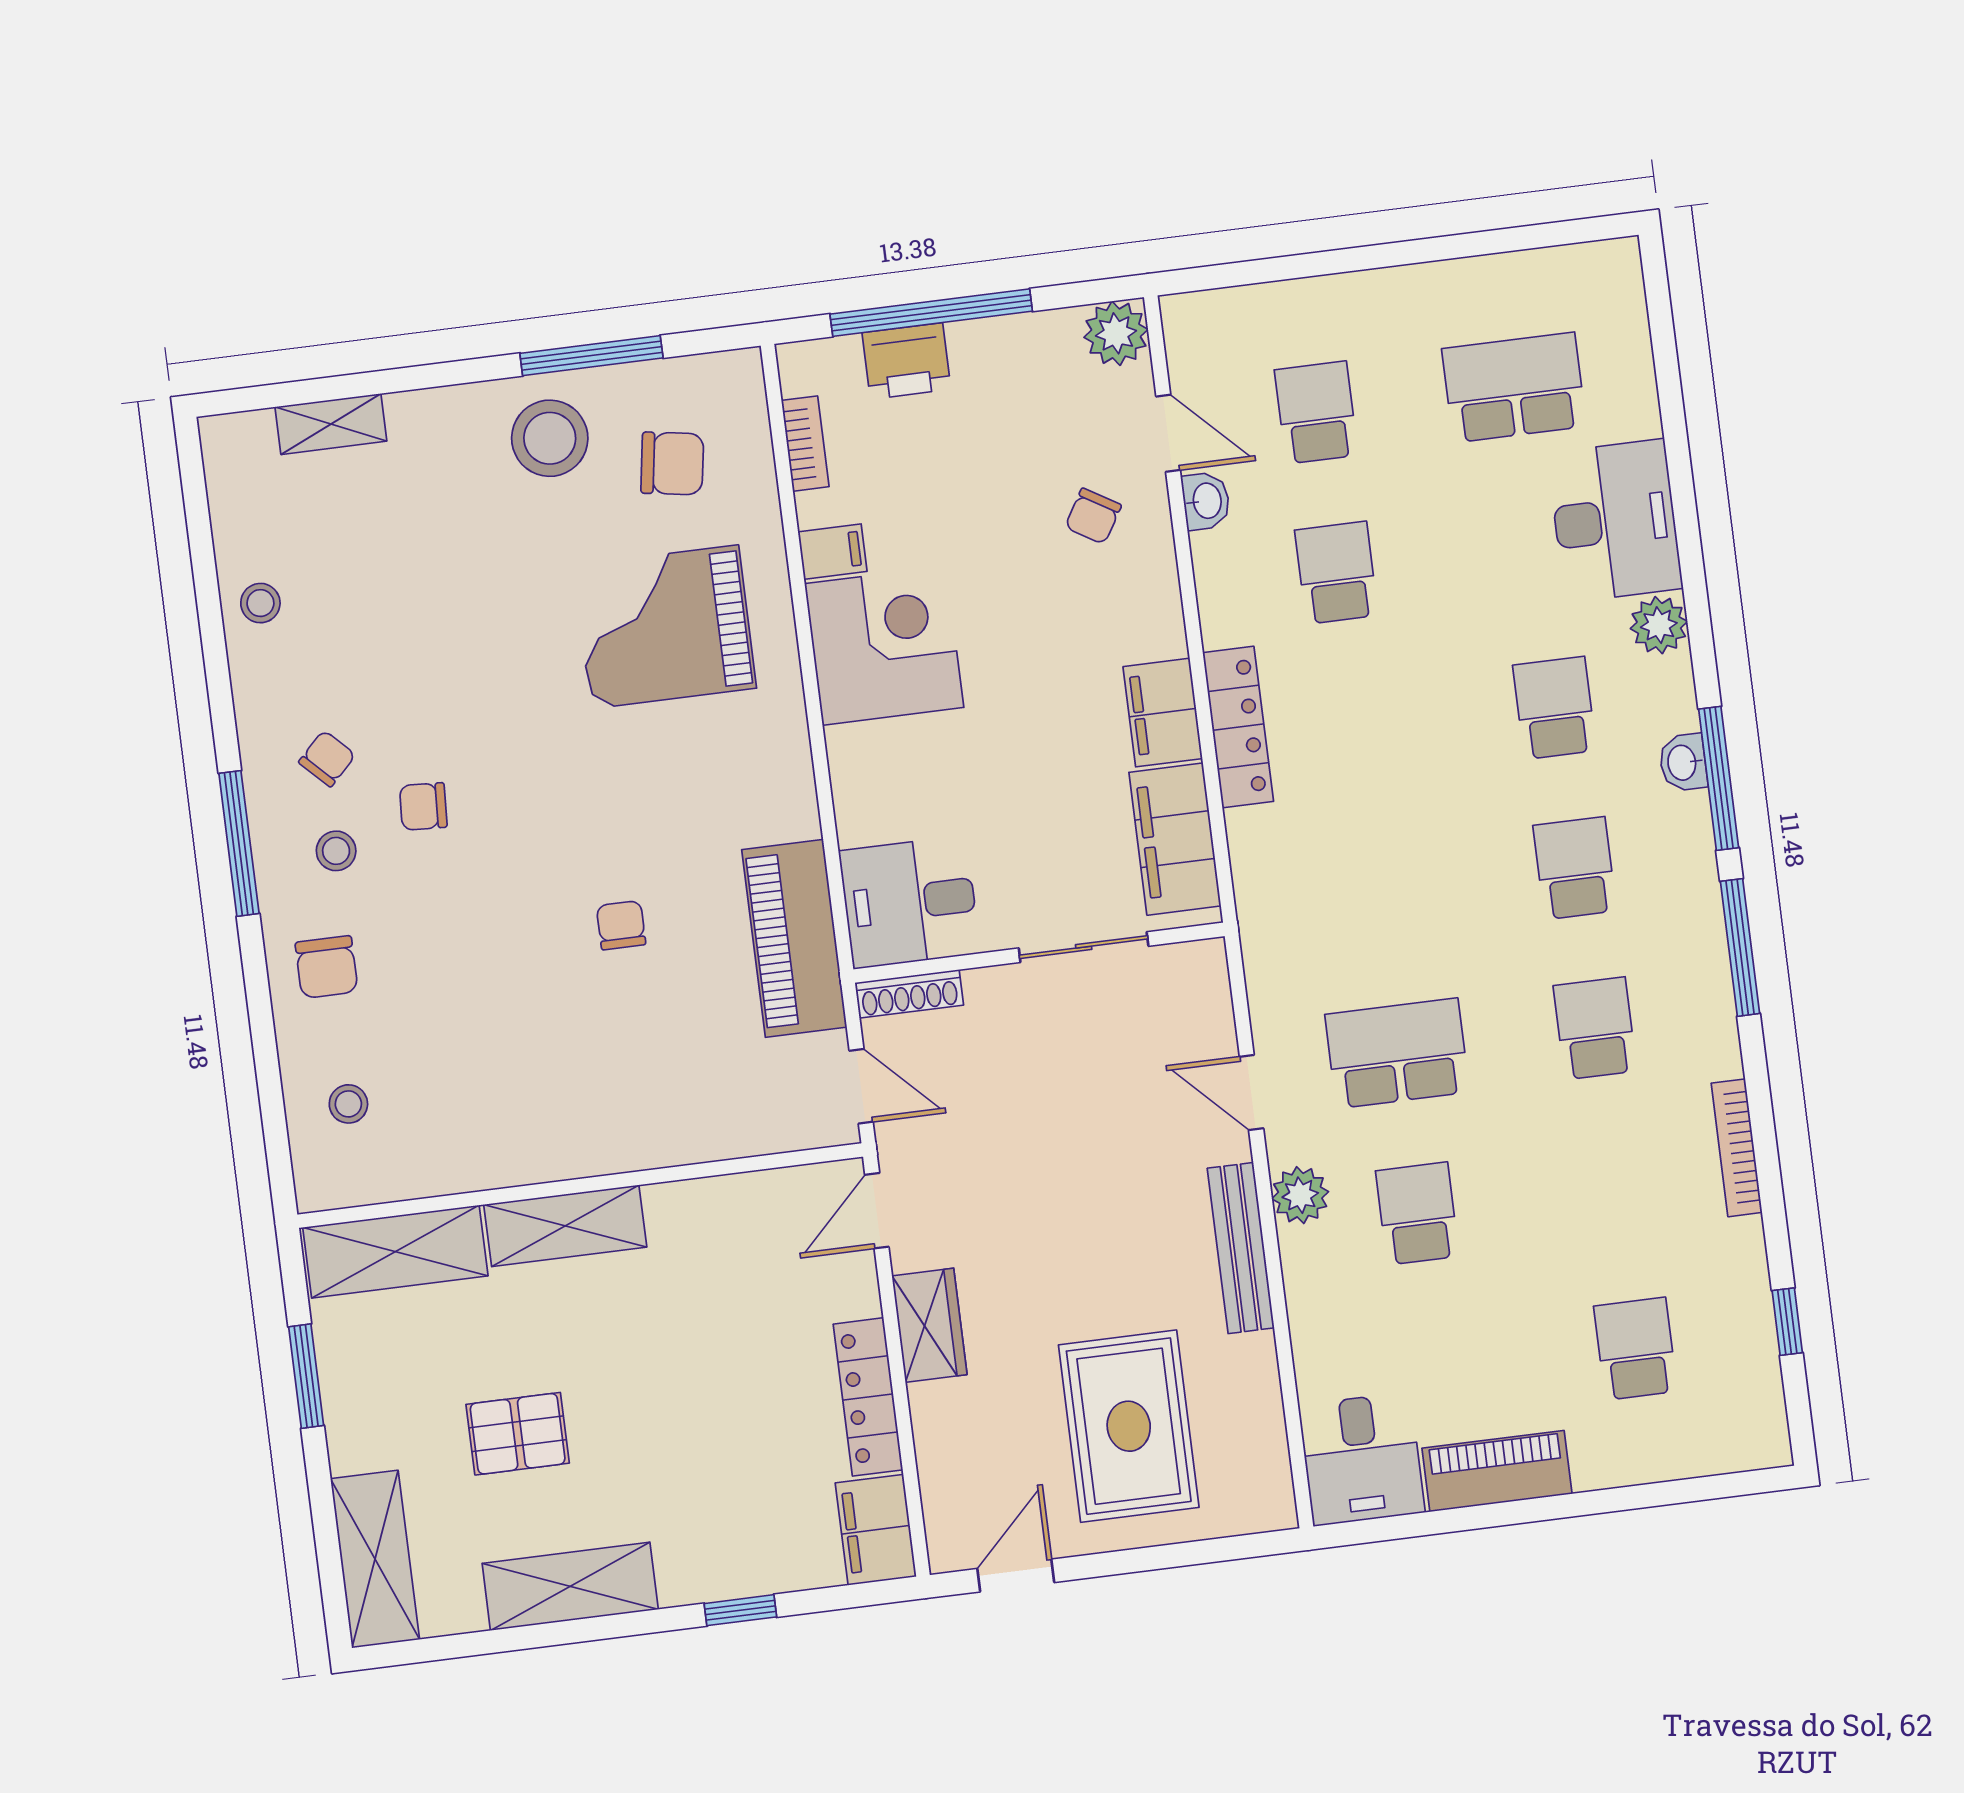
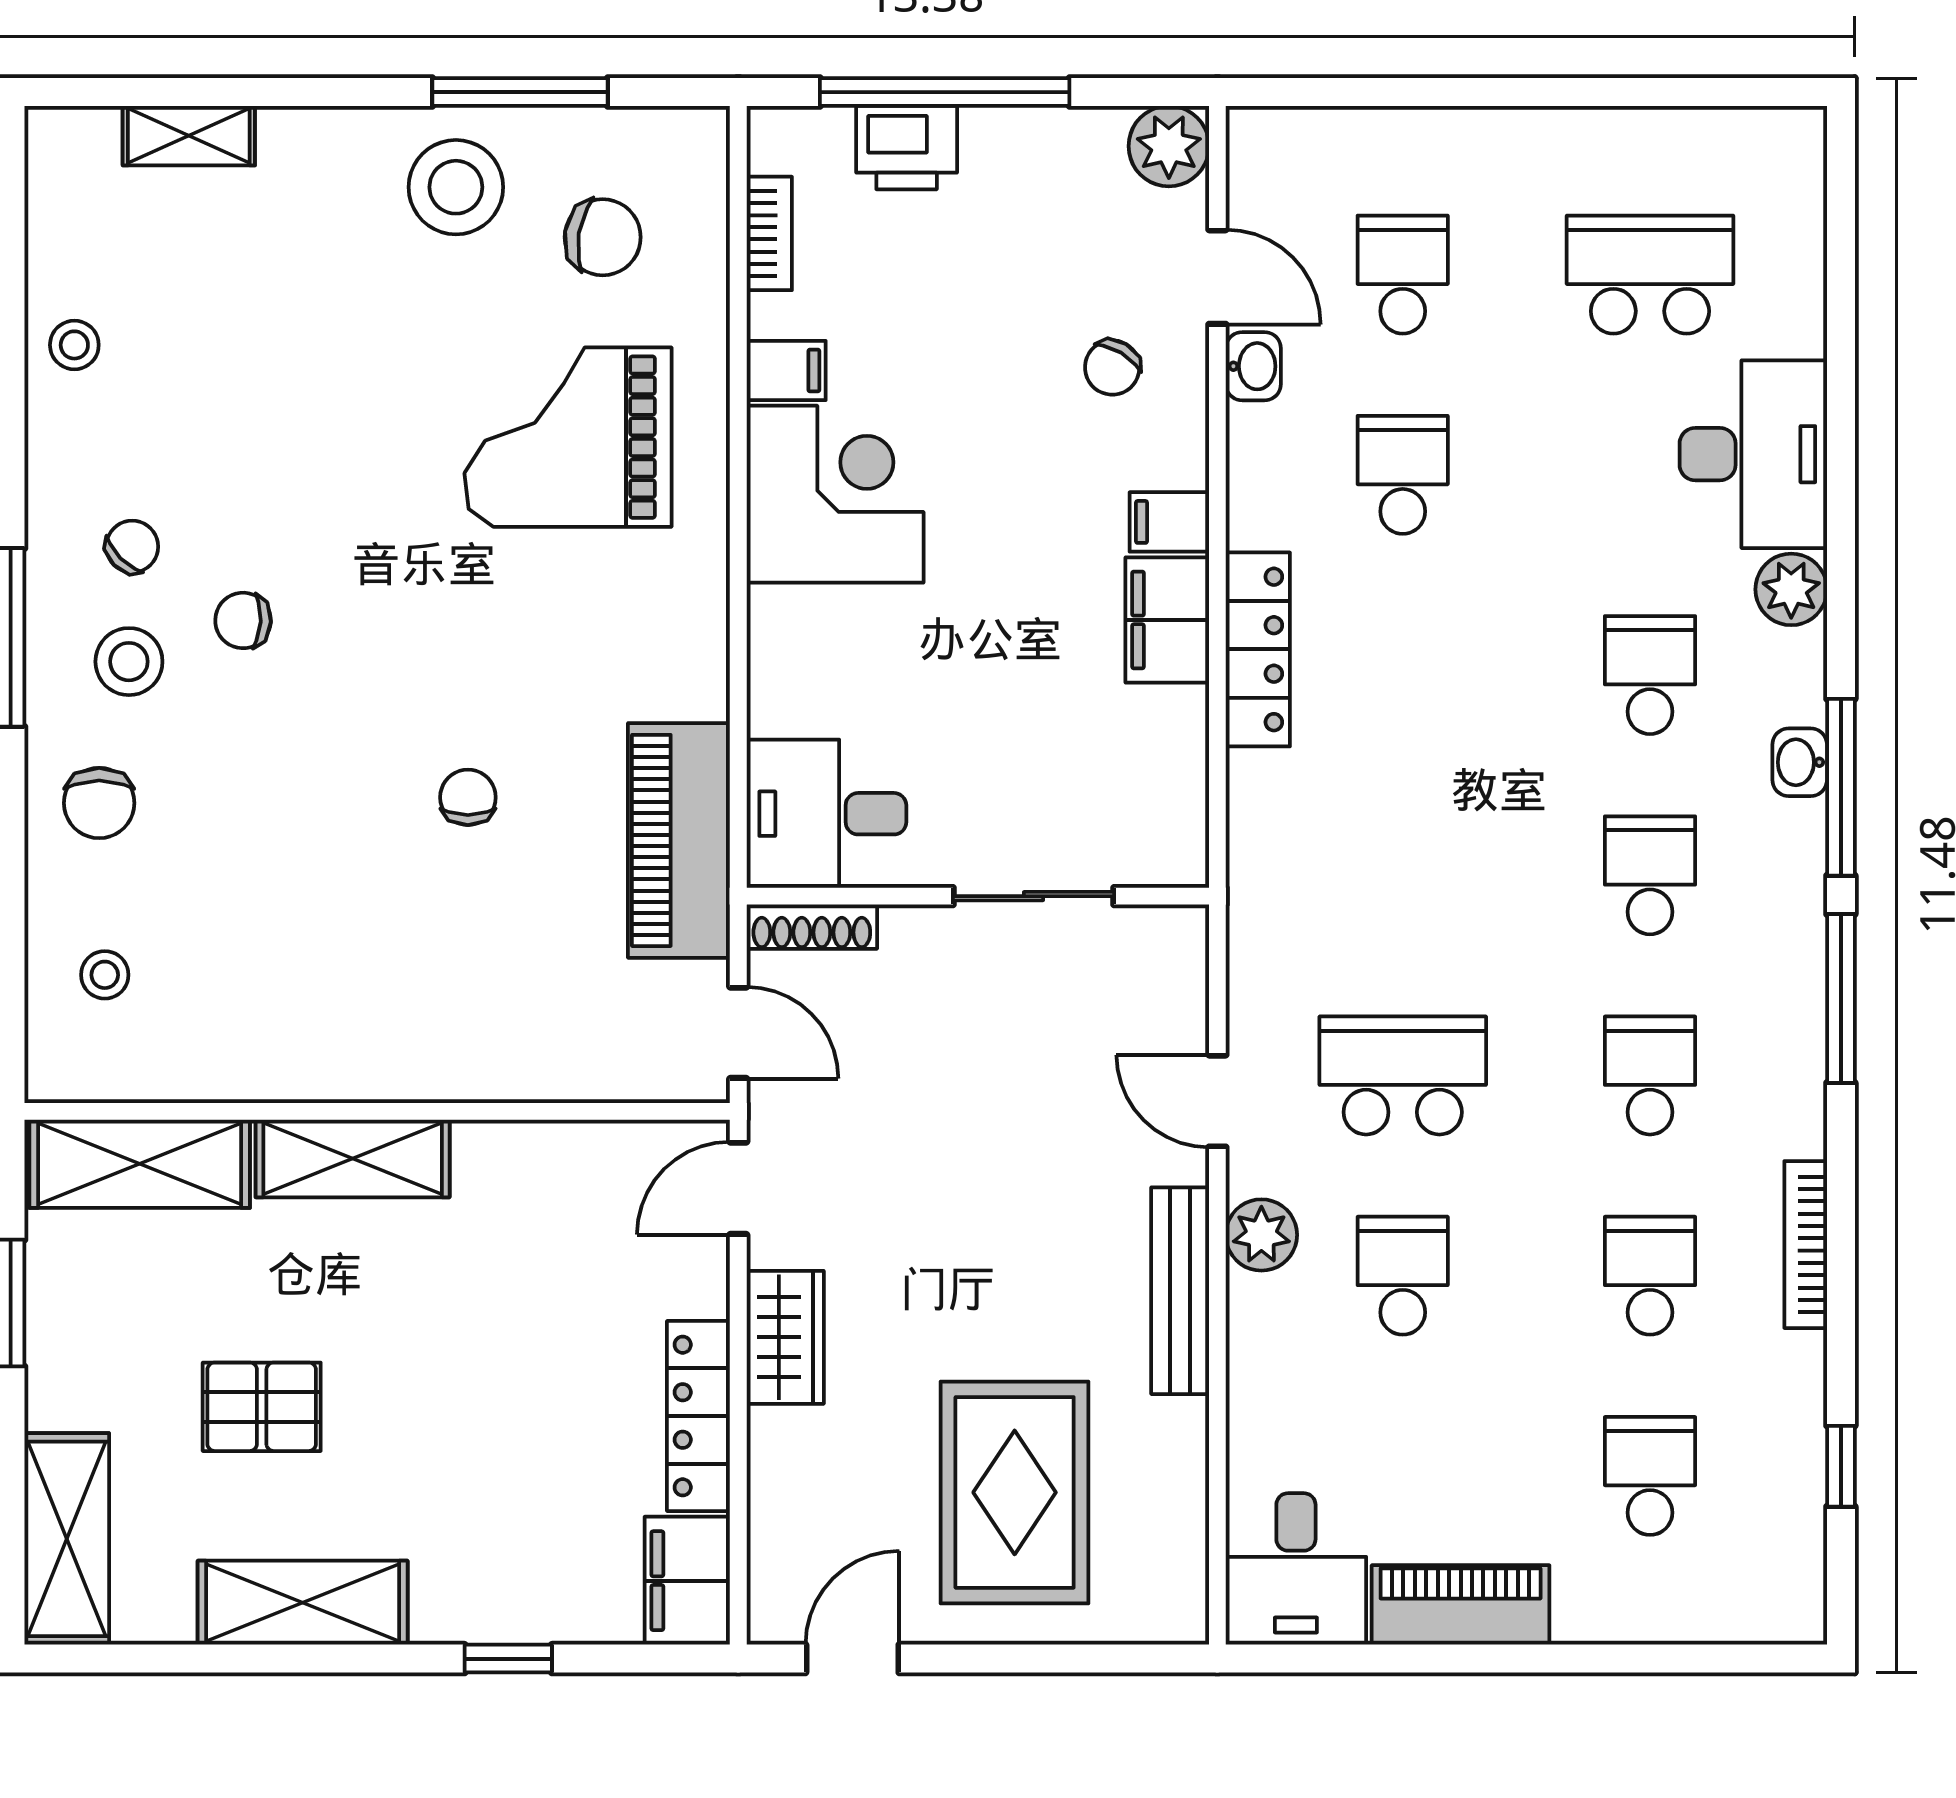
filing cabinet: (1175, 839) -> (1169, 522), moved, width x0.33, depth x0.86
stool: (336, 851) -> (129, 662), width x1.37, depth x1.37
school desk: (1615, 1189) -> (1650, 1276), added

